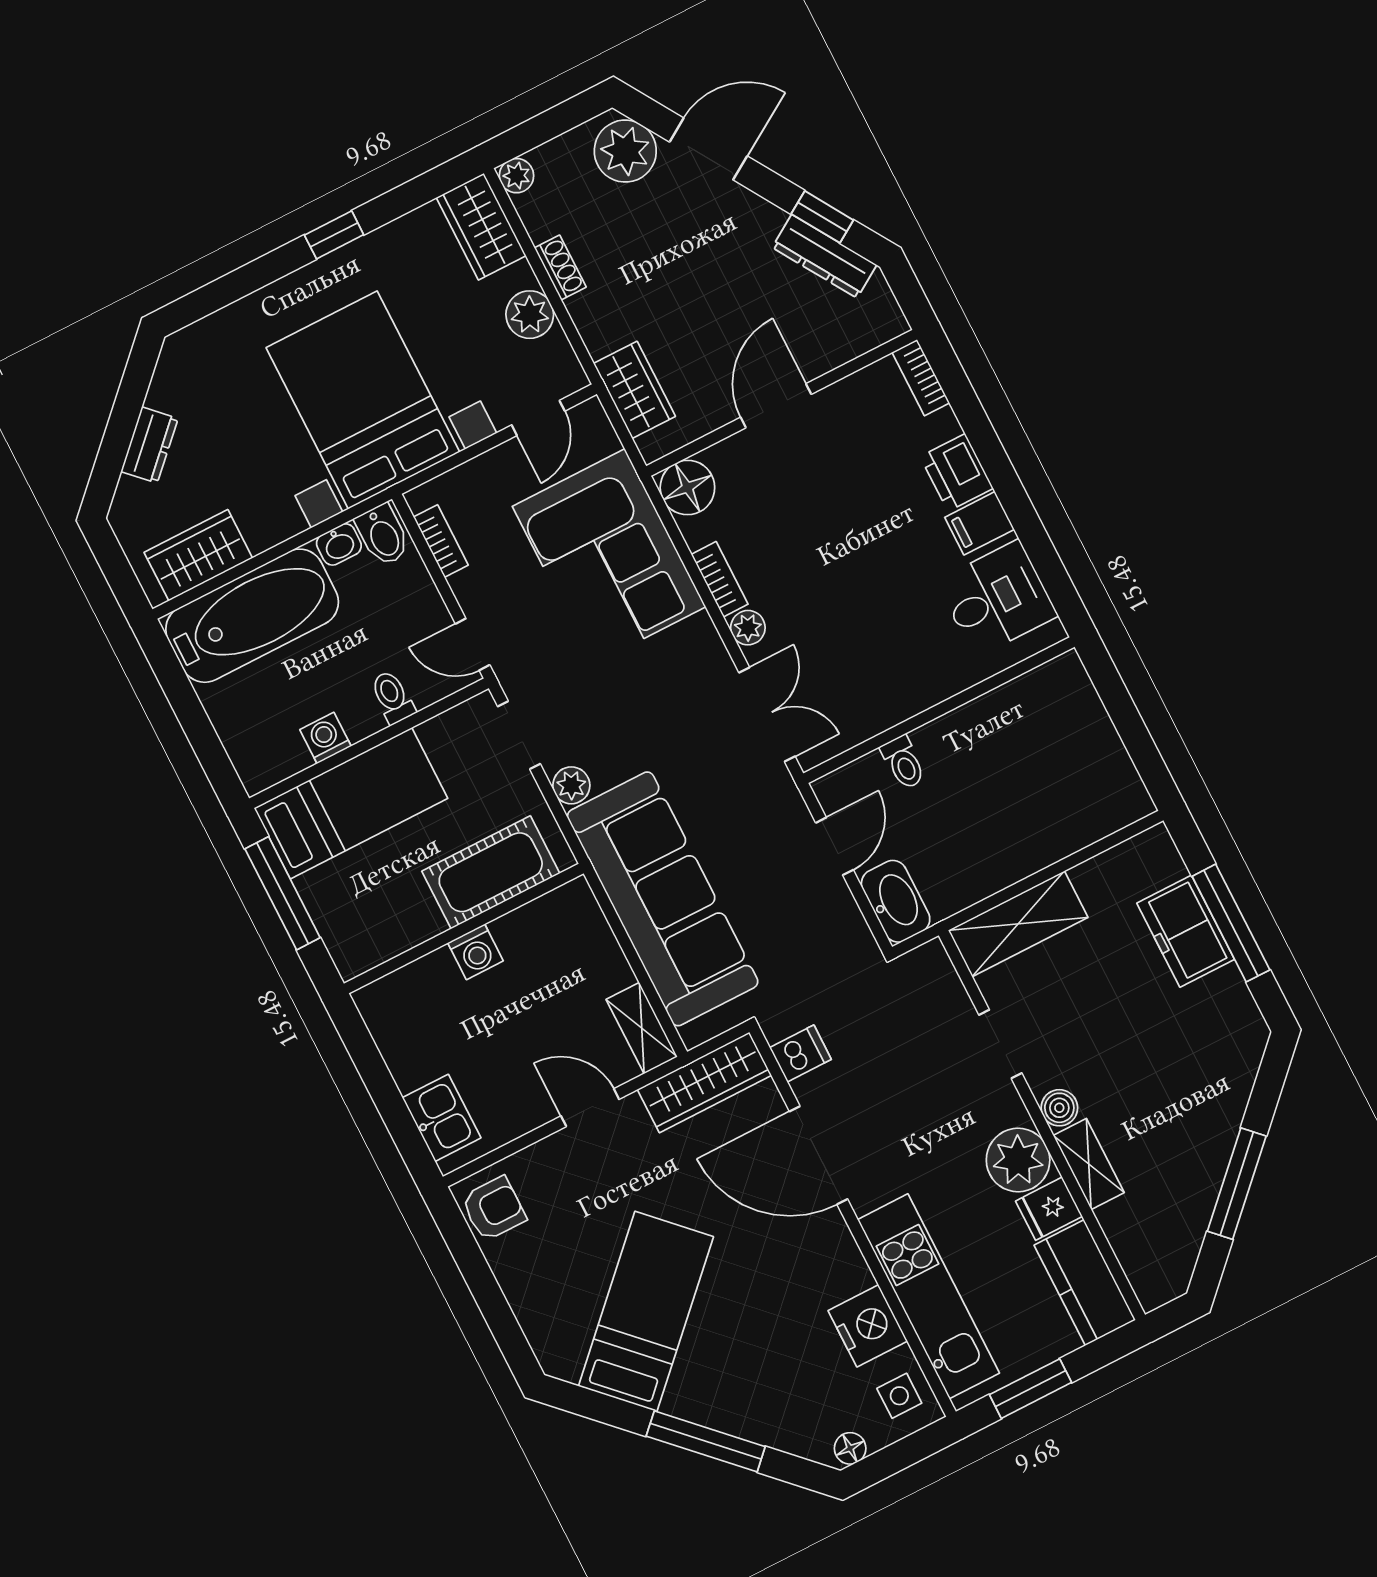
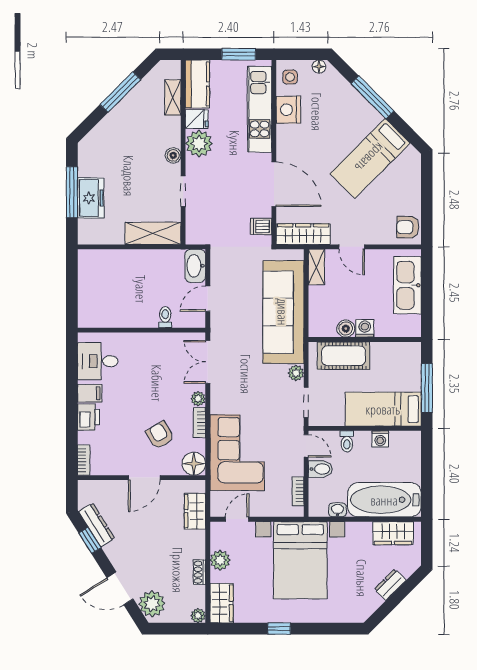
armchair: (788, 511) -> (160, 435), added
bidet: (383, 535) -> (320, 469), moved, turned 90
boiler: (515, 931) -> (346, 329), added
kitchen sink: (442, 1118) -> (407, 285), width x1.87, depth x1.24
shelving: (1089, 1164) -> (173, 97), moved

